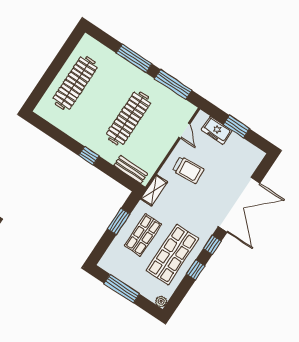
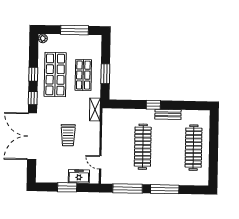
bench: (131, 170) -> (168, 114), moved
trolley: (188, 170) -> (68, 135), moved, turned -85

